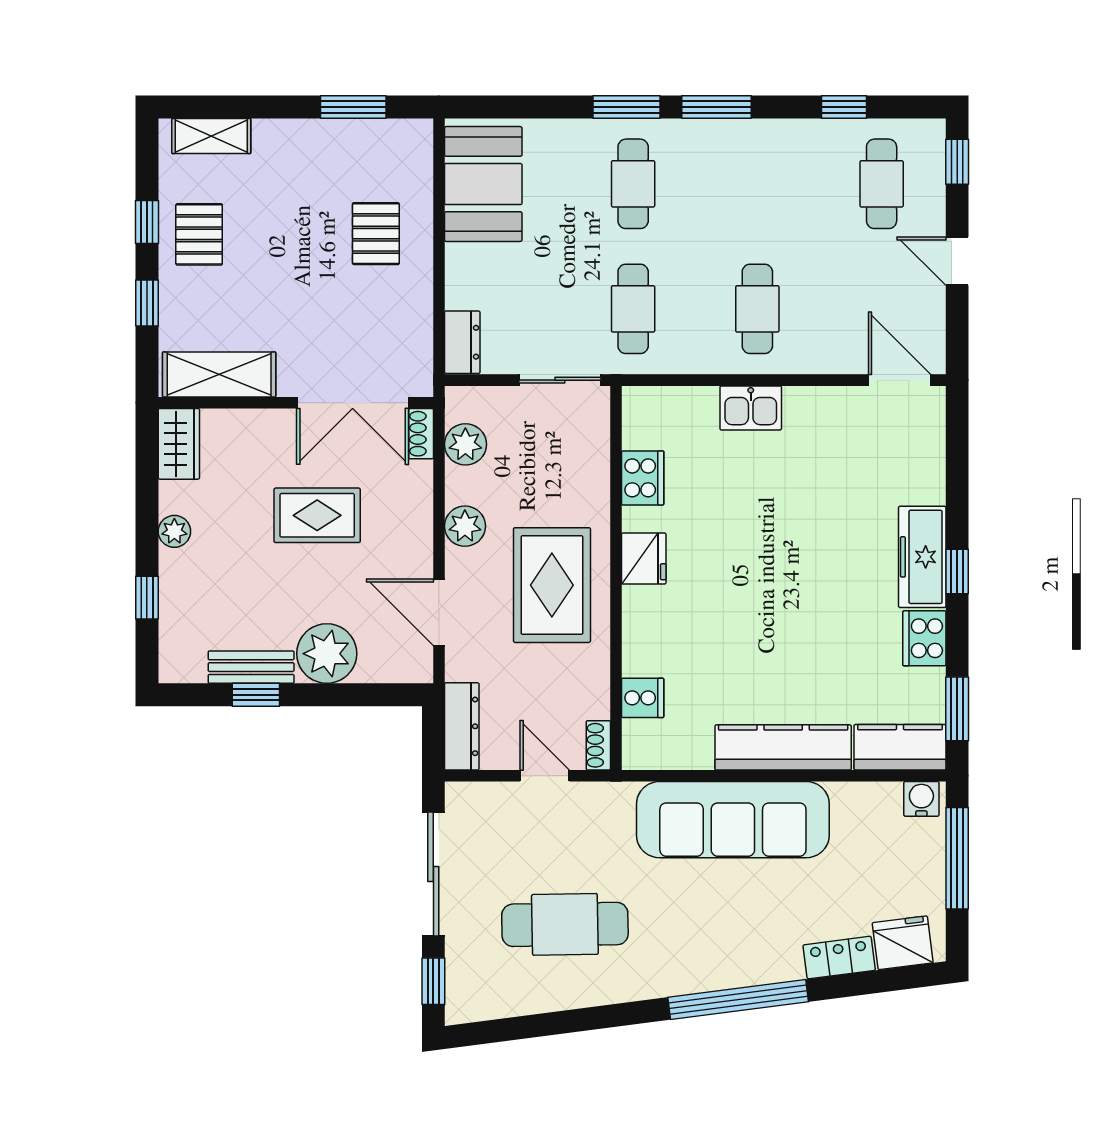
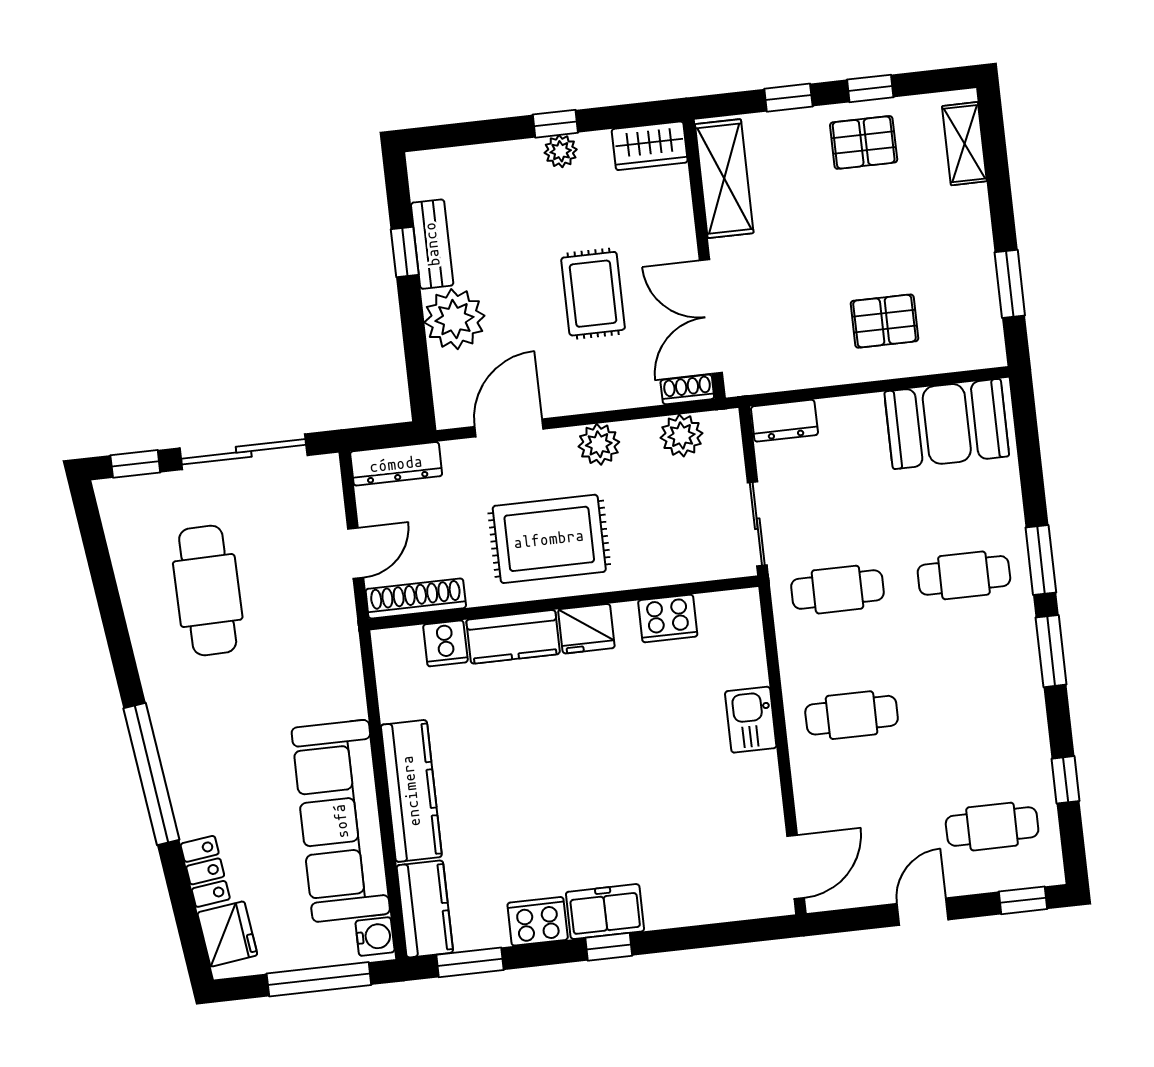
freezer: (922, 557) -> (605, 912), width x0.71
window: (147, 598) -> (555, 124), moved
kitchen counter: (644, 631) -> (513, 637), added
shoe rack: (598, 745) -> (416, 598), width x1.94, depth x1.24
sofa: (733, 820) -> (341, 821), moved

